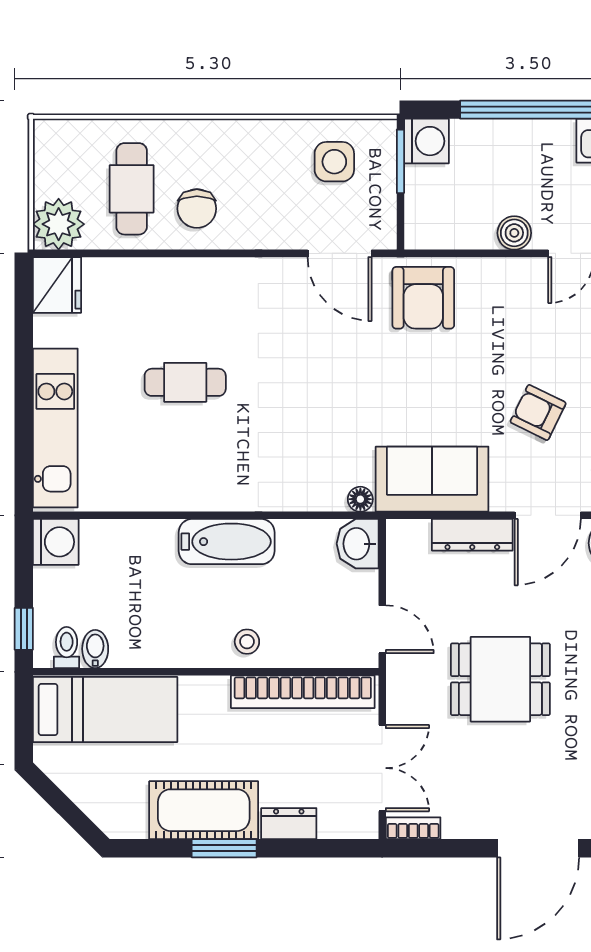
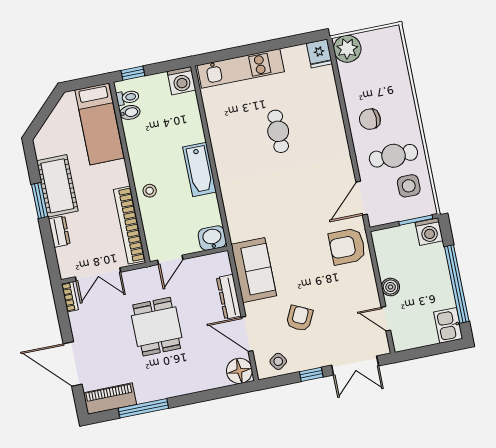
cafe table: (132, 189) -> (393, 156), moved
fridge: (57, 285) -> (319, 54), width x0.72
floor lamp: (360, 499) -> (236, 235), removed

